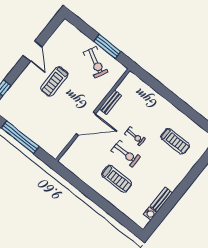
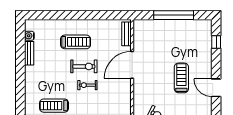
bench: (110, 102) -> (126, 34), moved
exercise bike: (126, 154) -> (84, 66), turned 180
treadmill: (117, 179) -> (75, 42), turned 180

